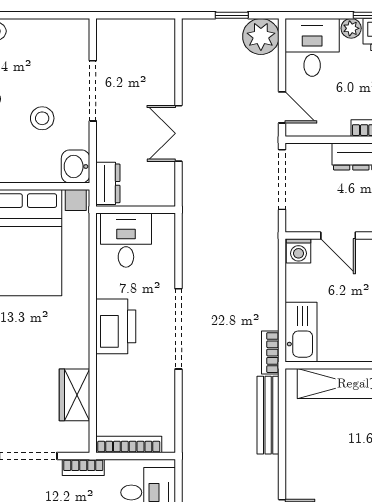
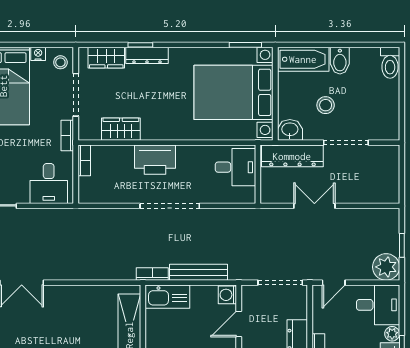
dresser: (108, 183) -> (292, 156), width x1.96, depth x1.24
printer: (116, 326) -> (155, 160), moved
bench: (268, 415) -> (199, 272), moved
bookcase: (129, 444) -> (84, 160), width x0.64

